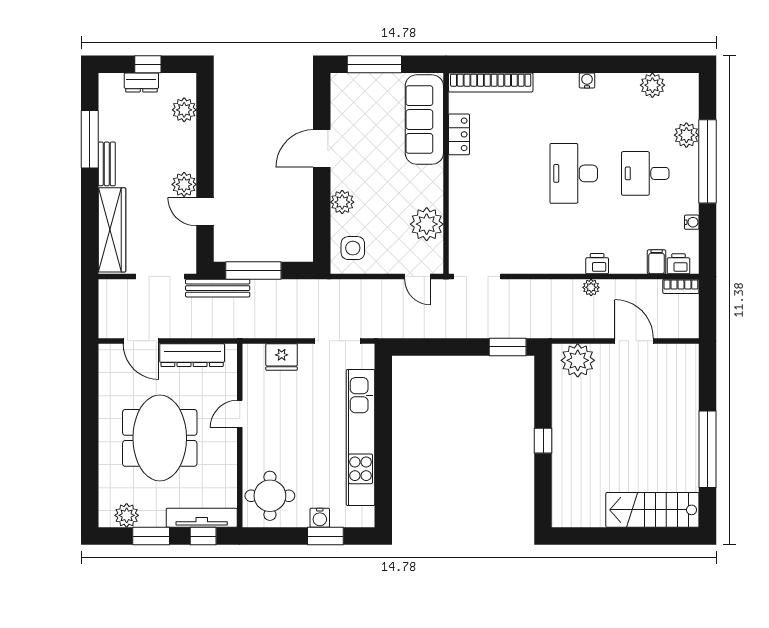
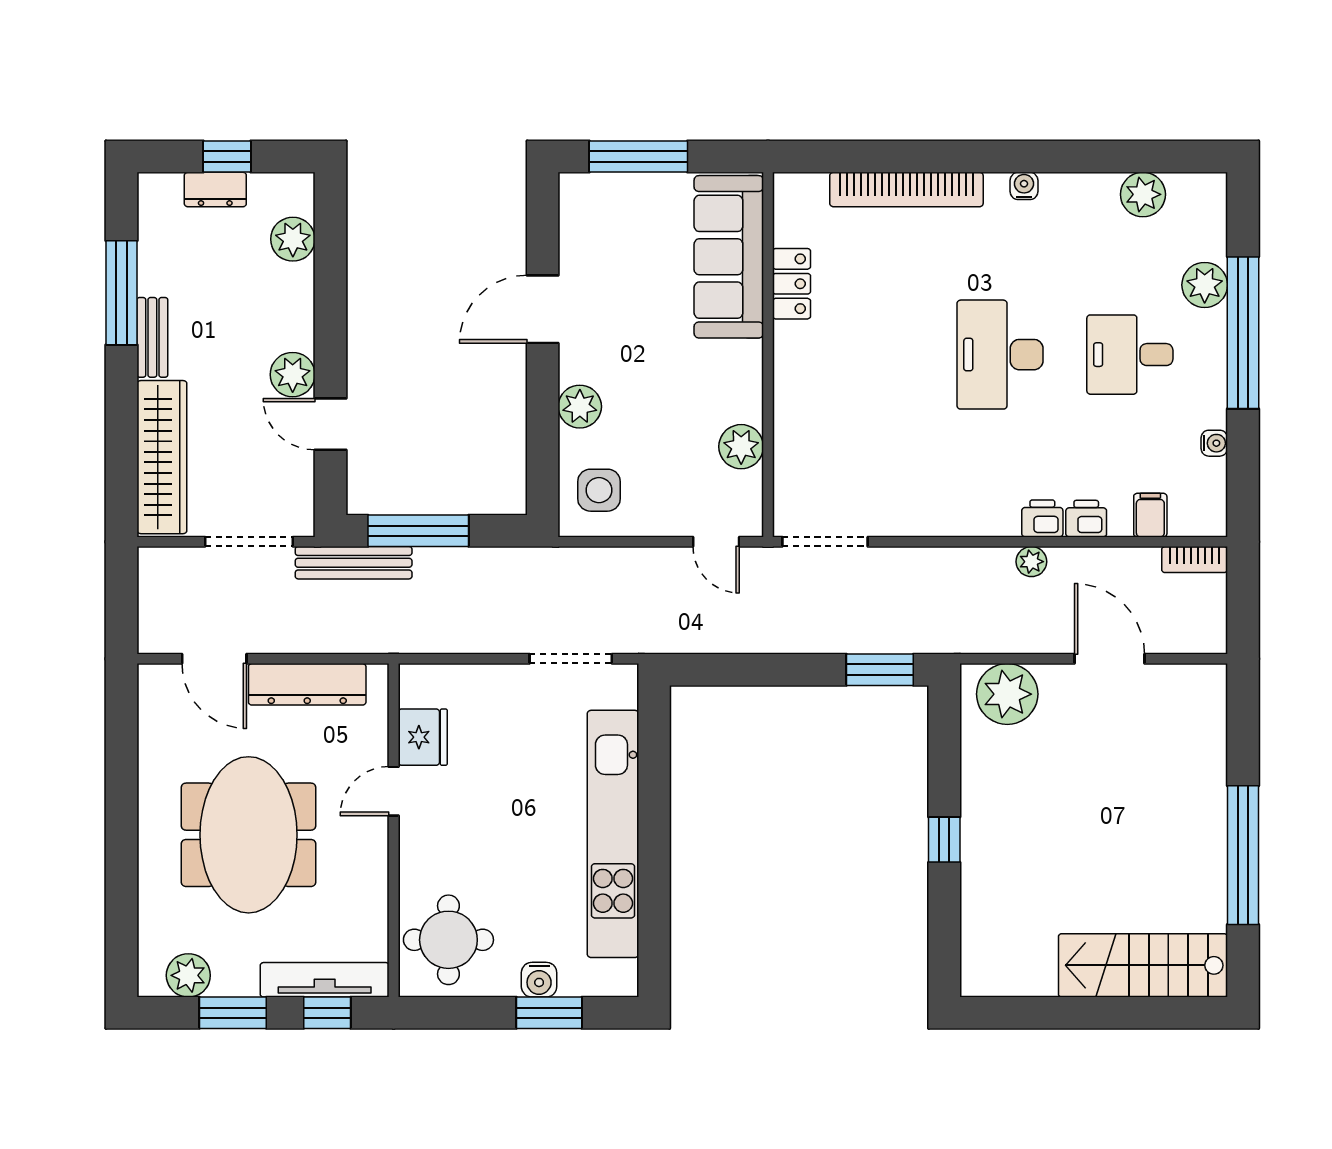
bookcase: (491, 82) -> (906, 189), moved
plant: (427, 224) -> (741, 447), width x0.73, depth x0.73
printer: (679, 264) -> (1086, 519), moved
fridge: (282, 357) -> (423, 737), moved, turned -90

